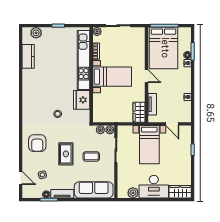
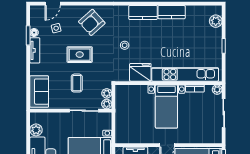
kitchen counter: (28, 56) -> (172, 12), moved
kitchen counter: (28, 98) -> (143, 13), added
wardrobe: (139, 112) -> (126, 137), removed
armchair: (37, 143) -> (92, 22), turned -42
sofa: (94, 190) -> (39, 92), width x0.73

